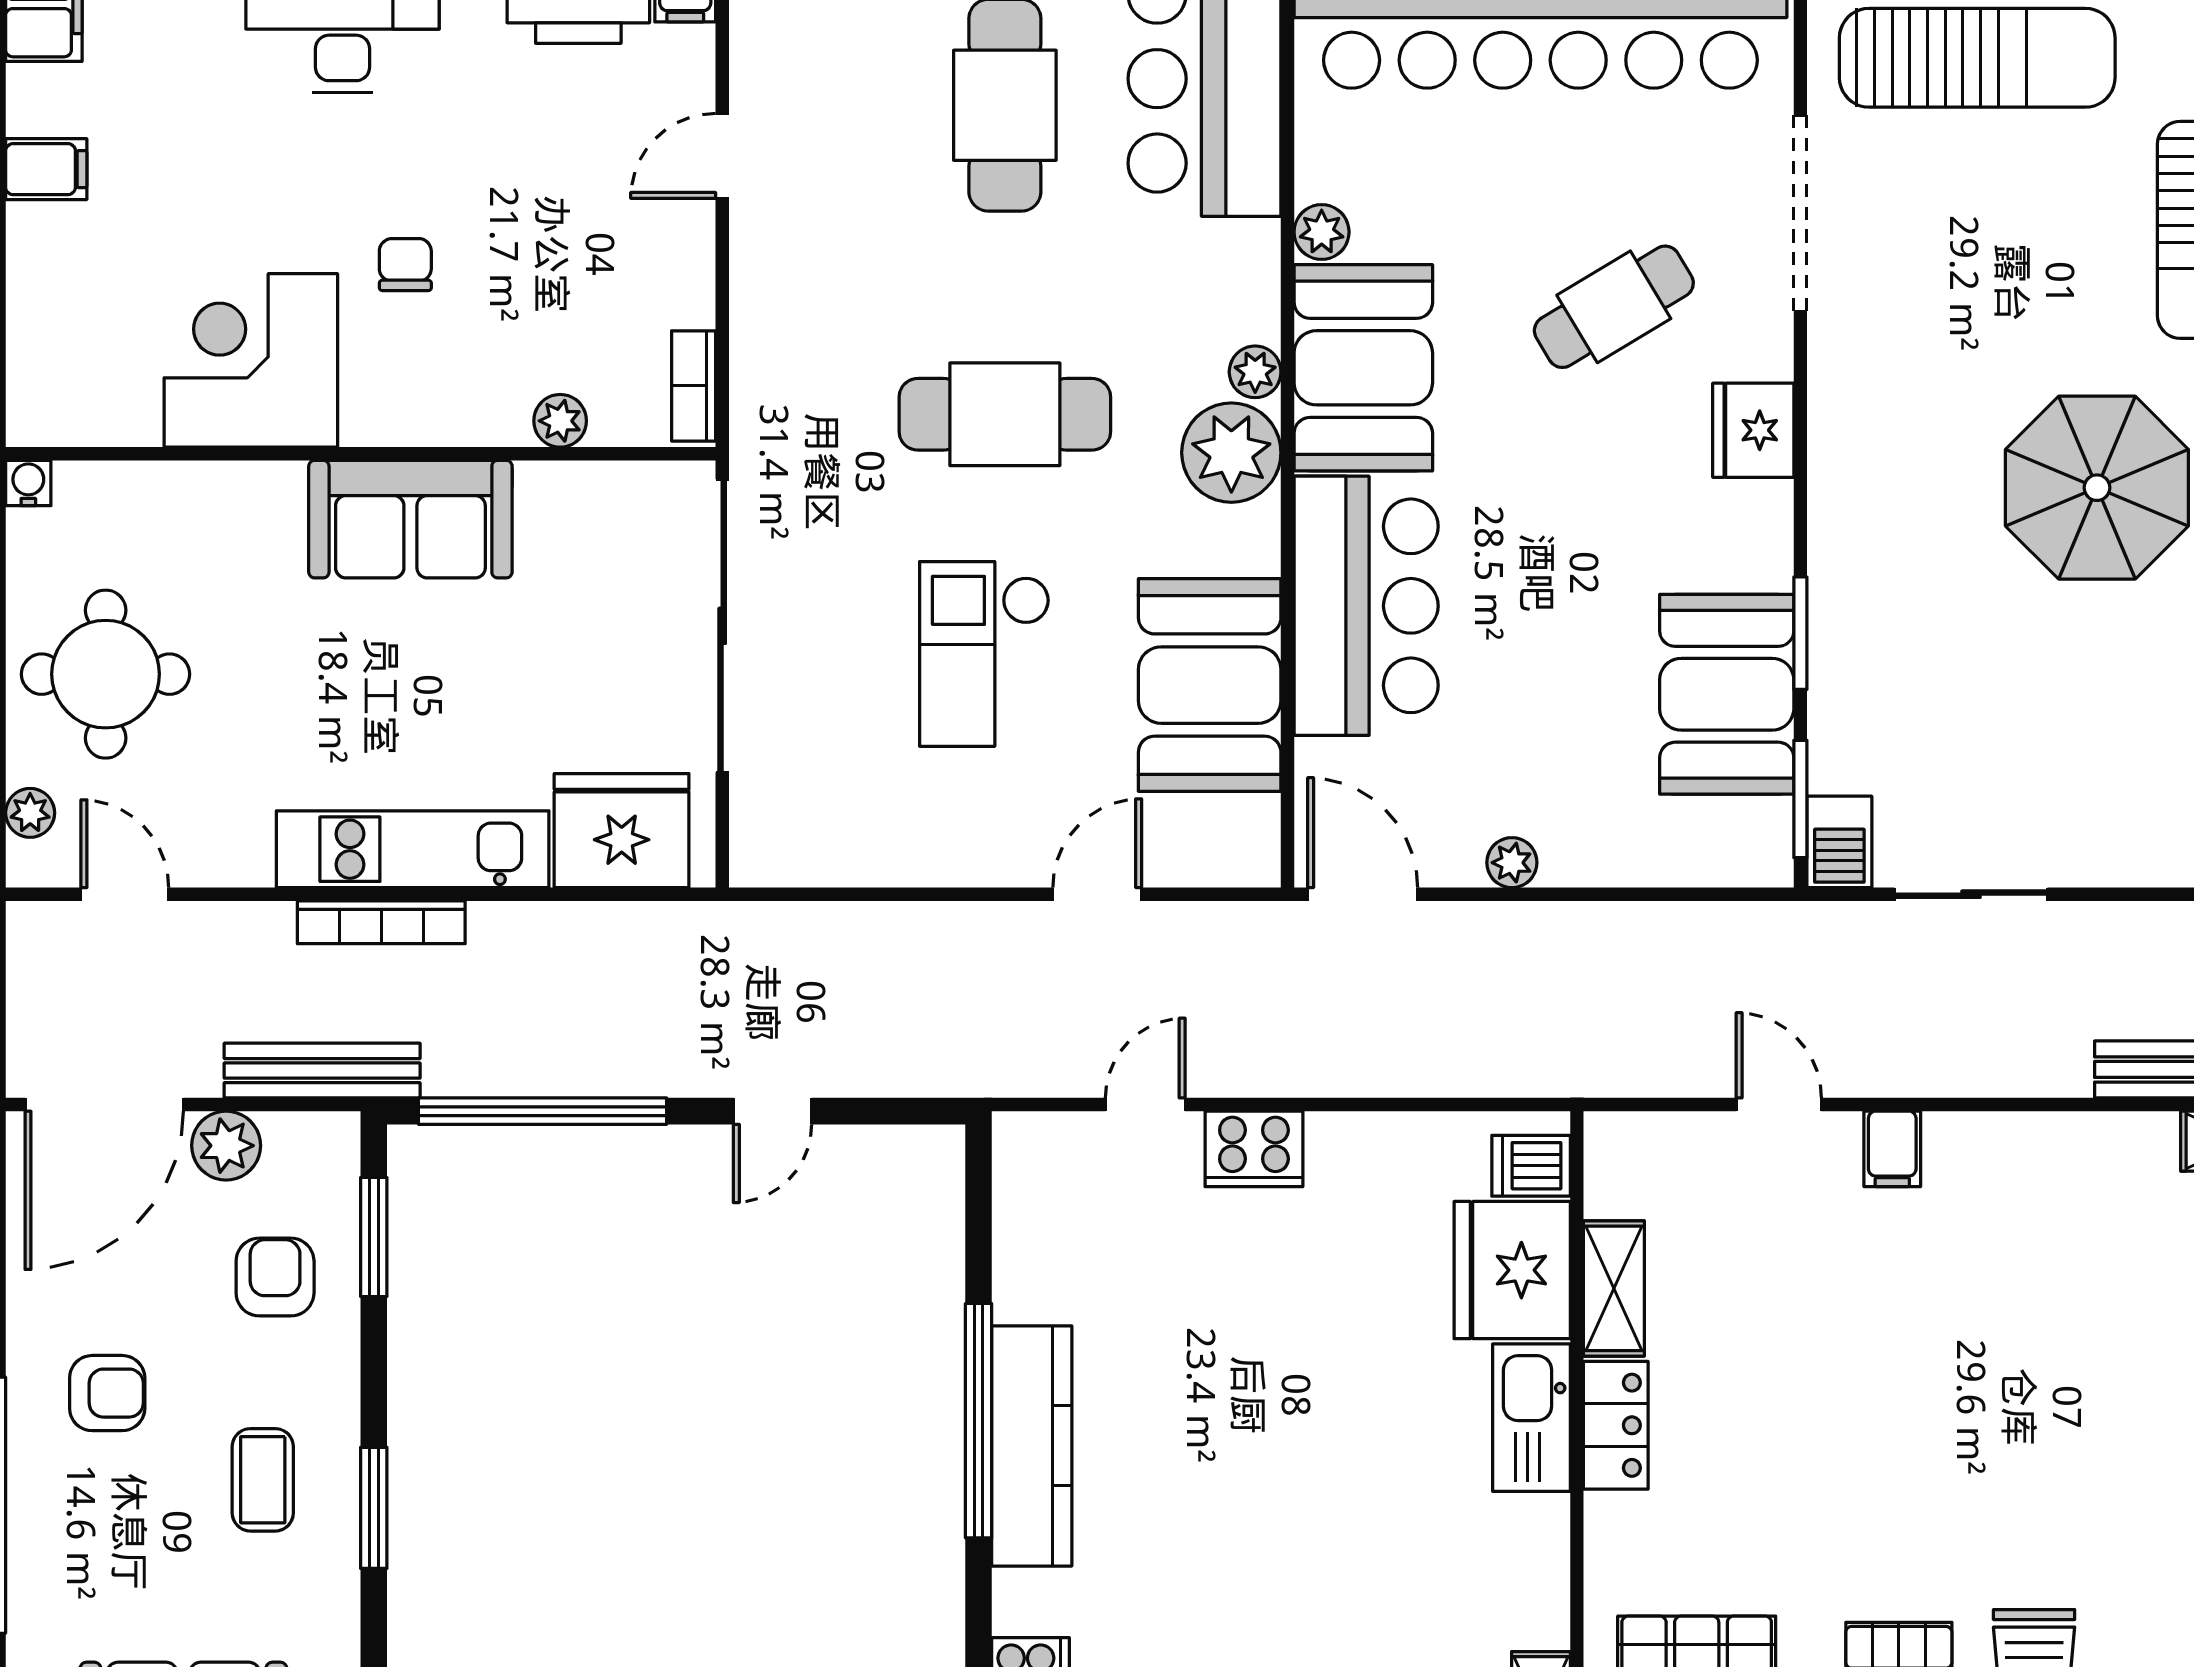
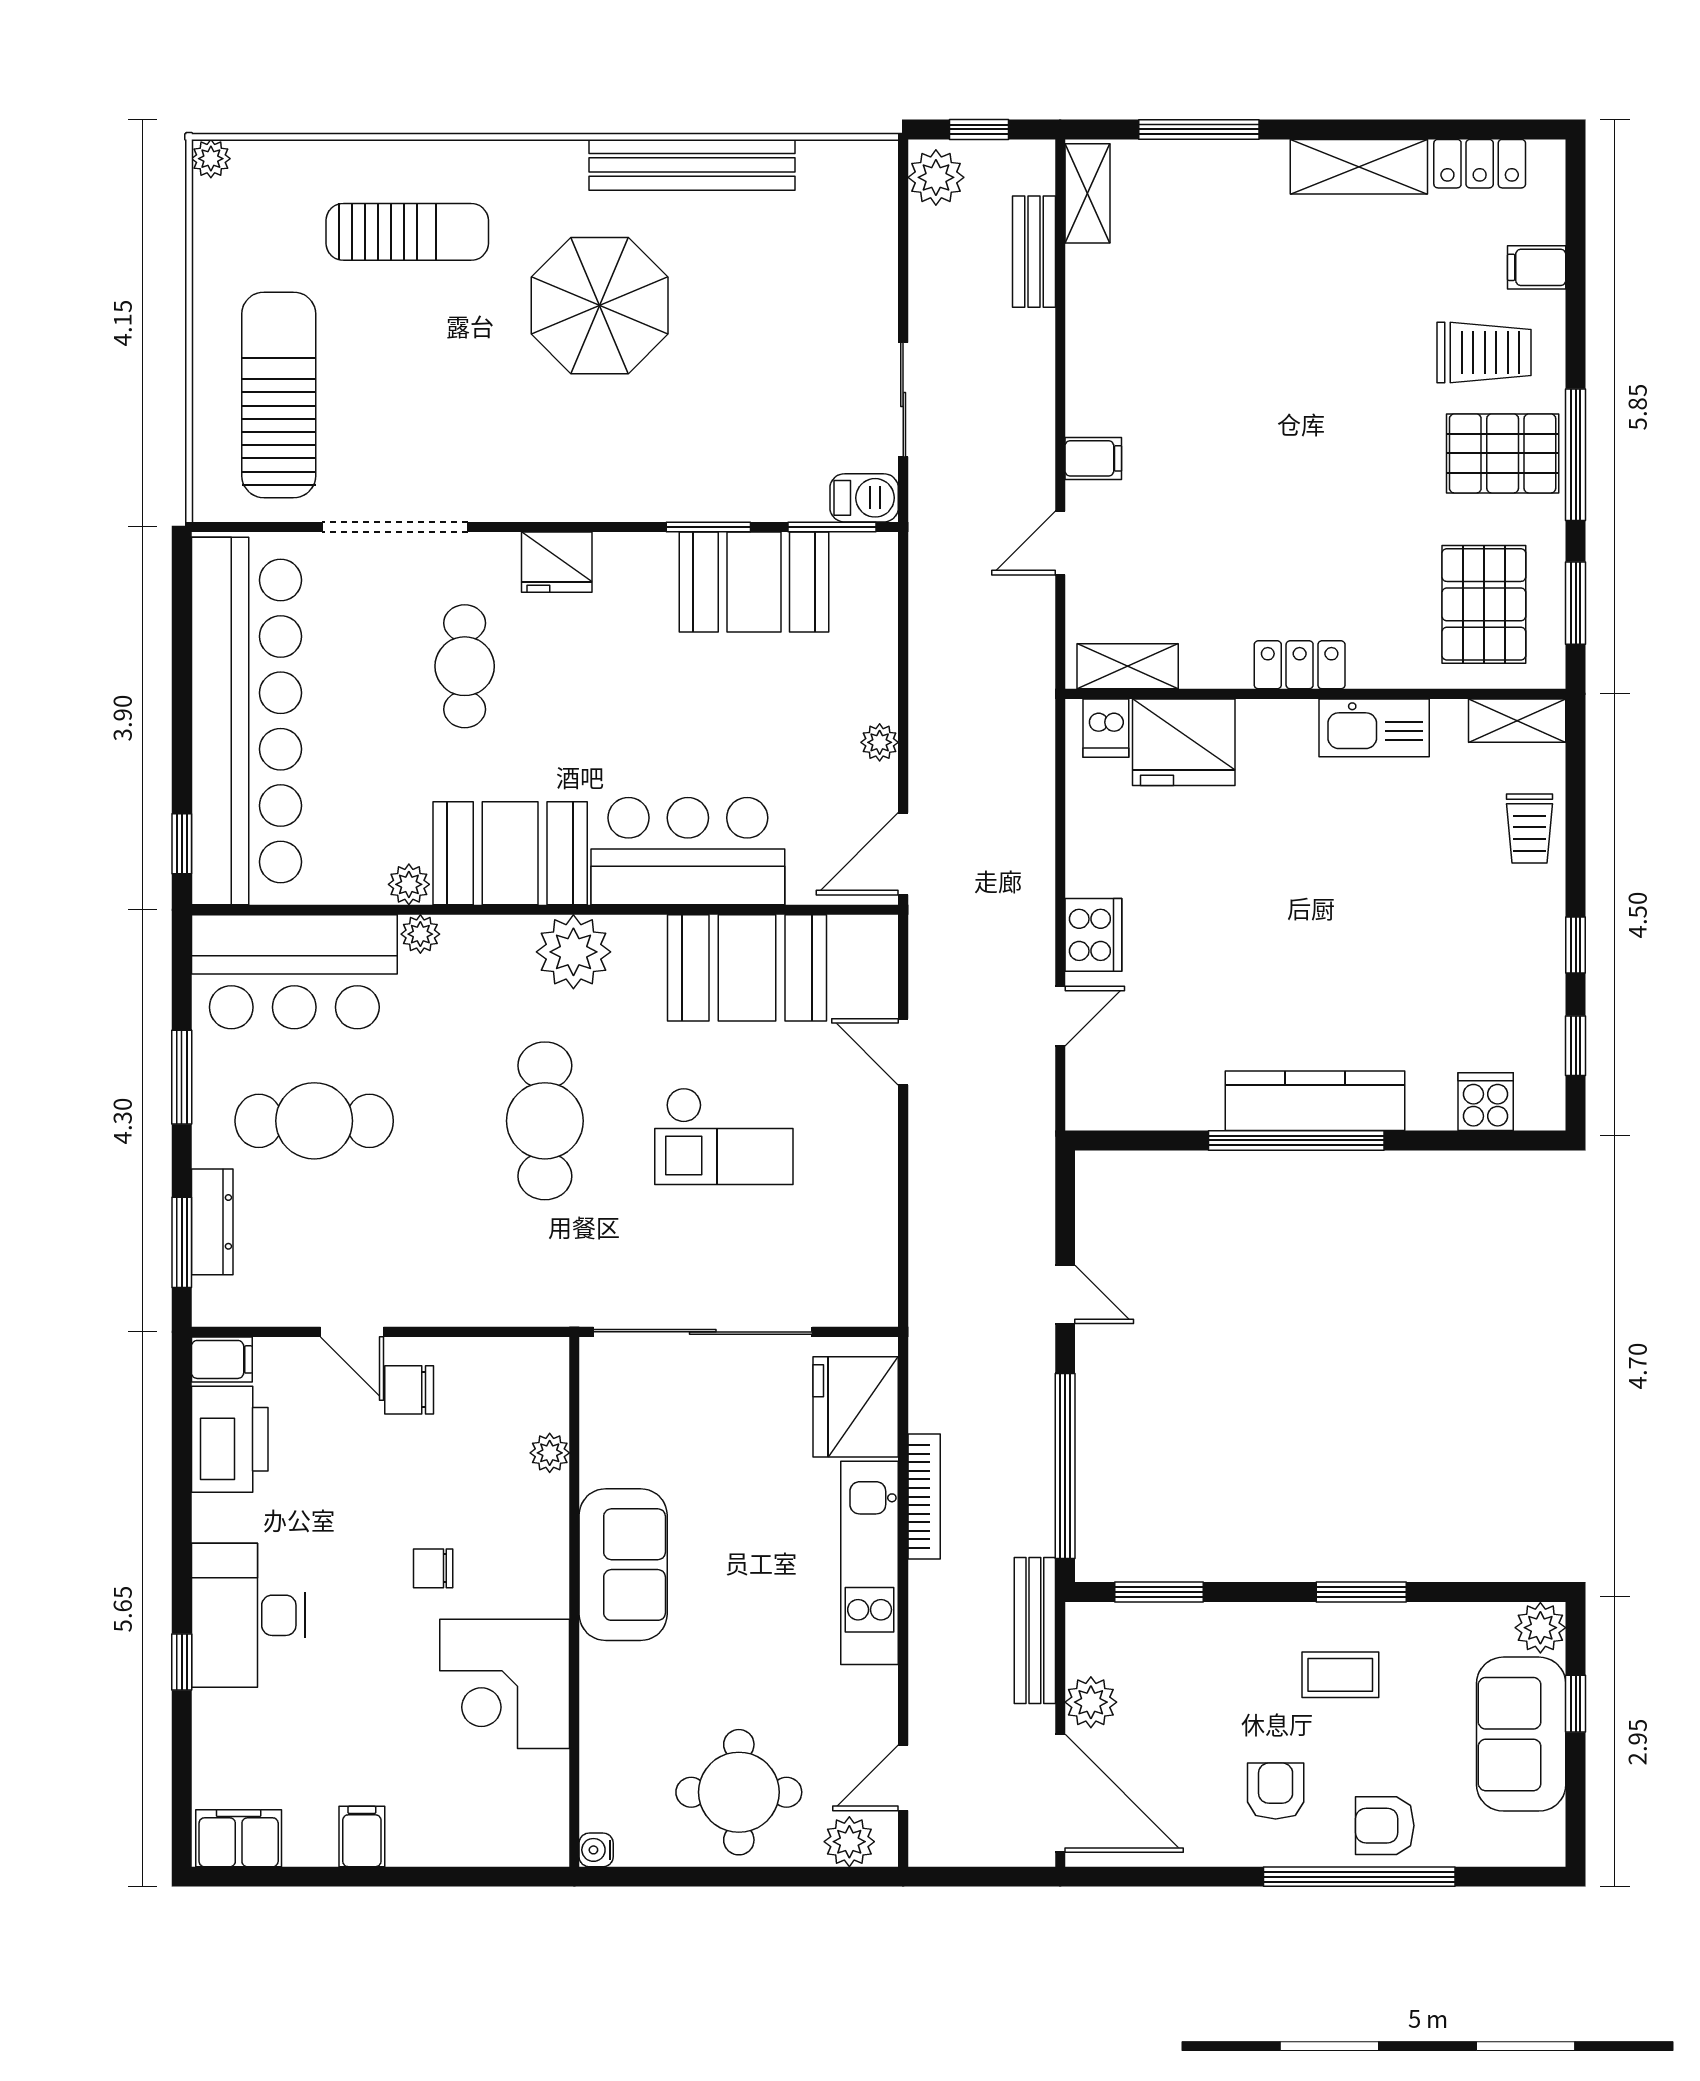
chair: (645, 232) -> (409, 1390), added
cafe table: (1614, 307) -> (465, 666), turned 31
plant: (1255, 372) -> (420, 934), moved
bookcase: (694, 386) -> (524, 1353), removed
plant: (30, 813) -> (849, 1842), width x1.38, depth x1.38
bookcase: (381, 922) -> (924, 1497), moved
door: (1145, 1105) -> (1060, 1016), swing flipped
armchair: (275, 1277) -> (1385, 1826), moved
shelving: (1614, 1288) -> (1128, 666), moved
kitchen sink: (1531, 1418) -> (1374, 728), moved

